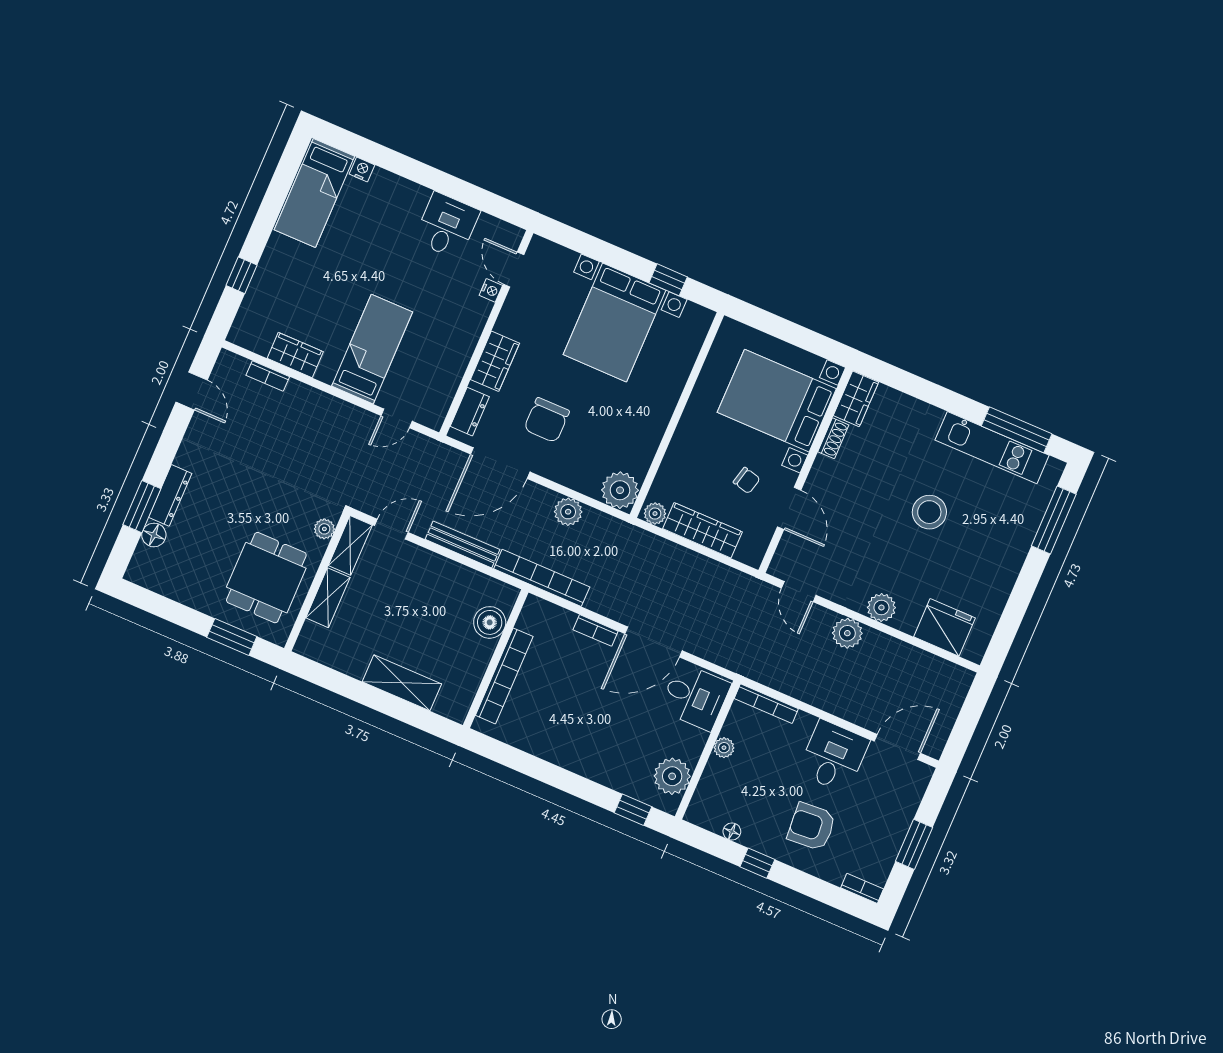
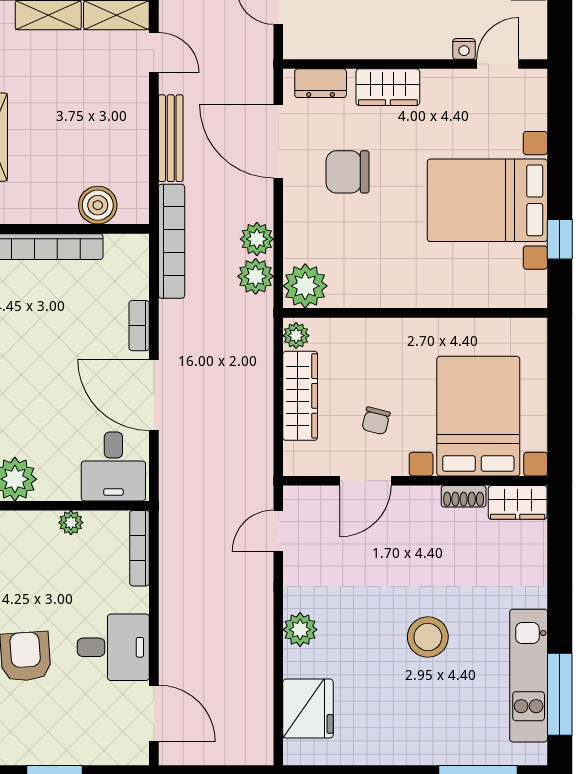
plant: (847, 633) -> (256, 276), moved

